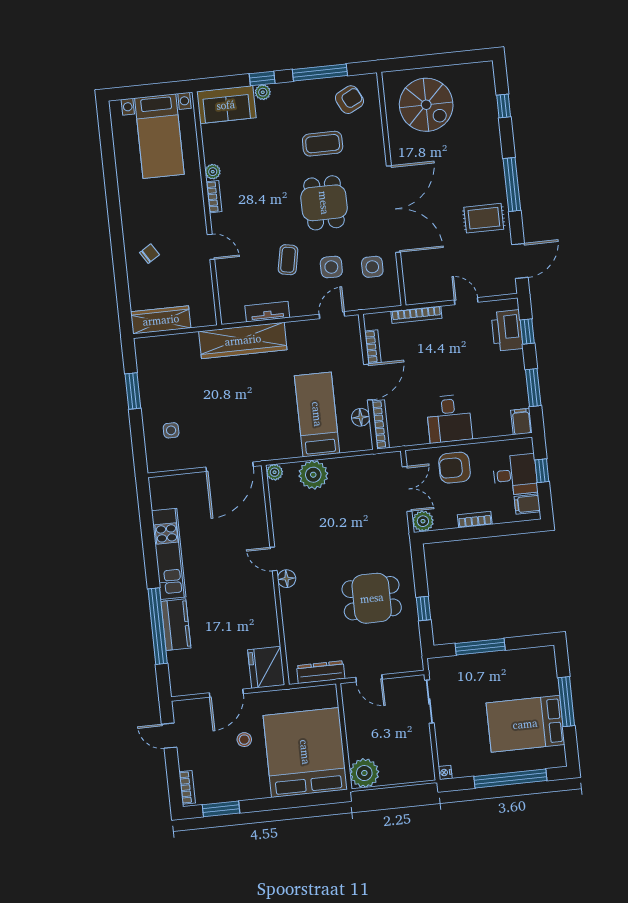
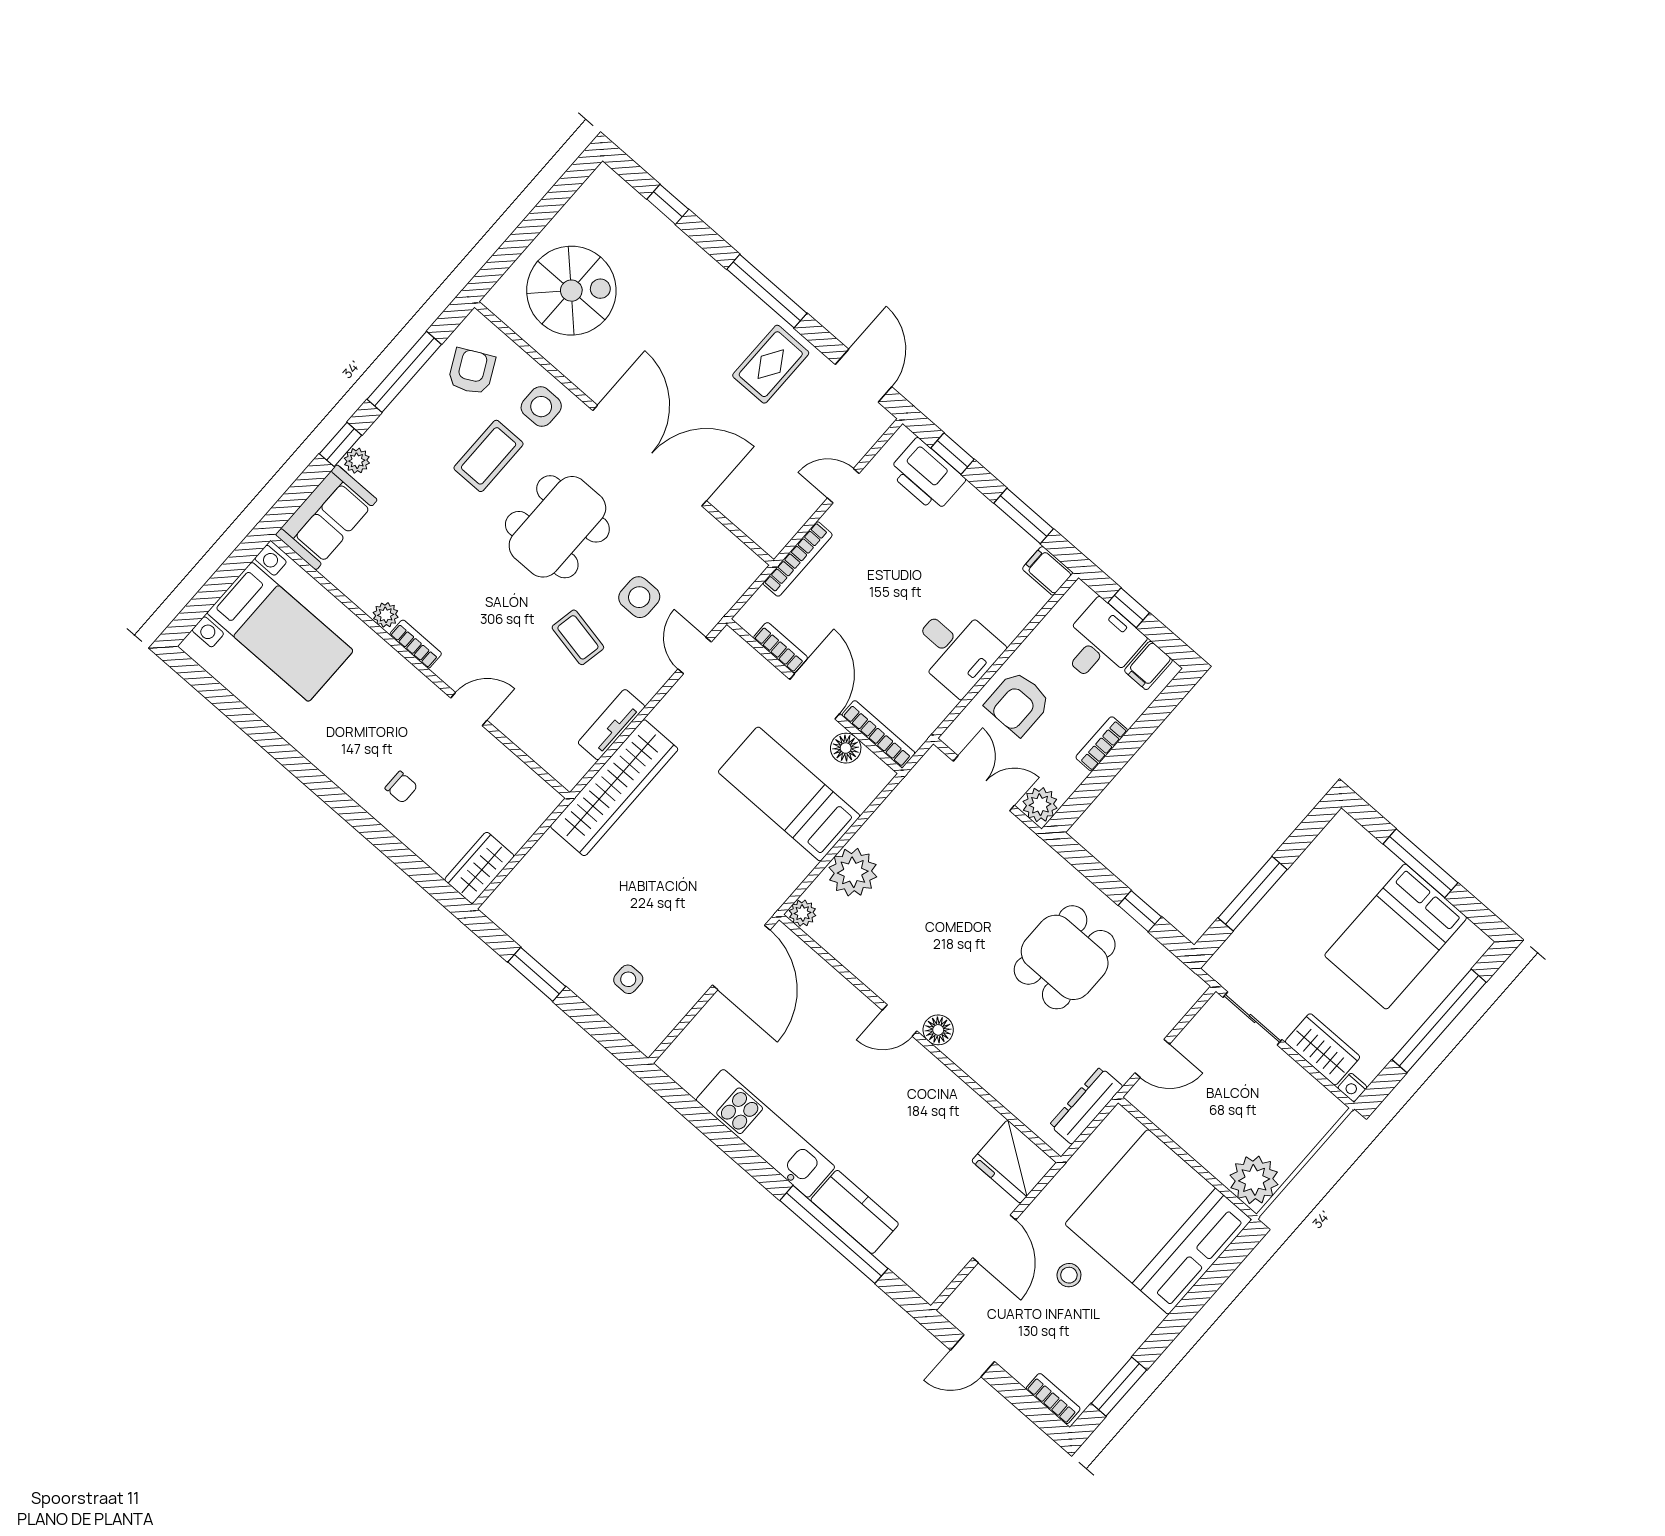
dining table: (324, 203) -> (557, 527), width x1.38
chair: (149, 254) -> (401, 787), turned 122
side table: (372, 267) -> (541, 407), moved
wardrobe: (161, 320) -> (479, 868), width x0.67
wardrobe: (448, 744) -> (1323, 1049), added

